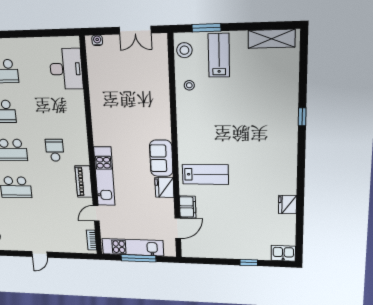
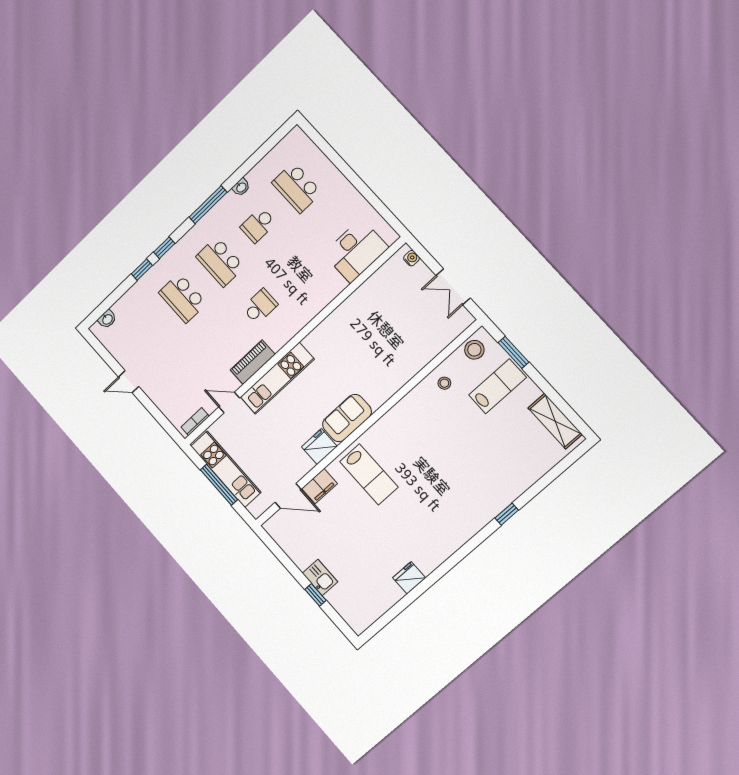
kitchen sink: (283, 253) -> (320, 578), moved

